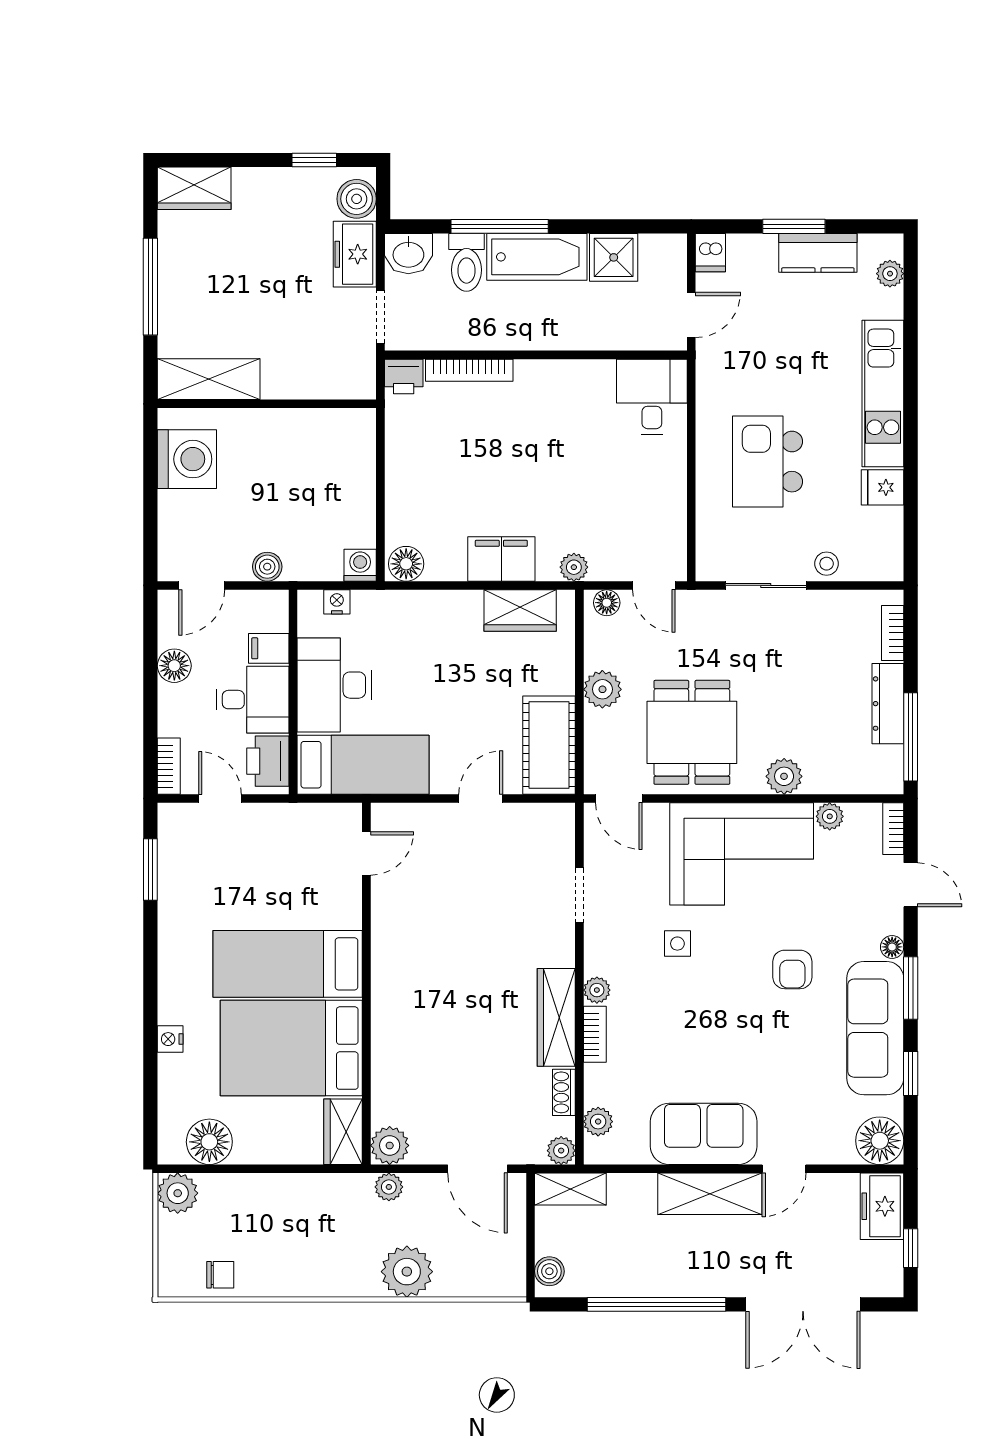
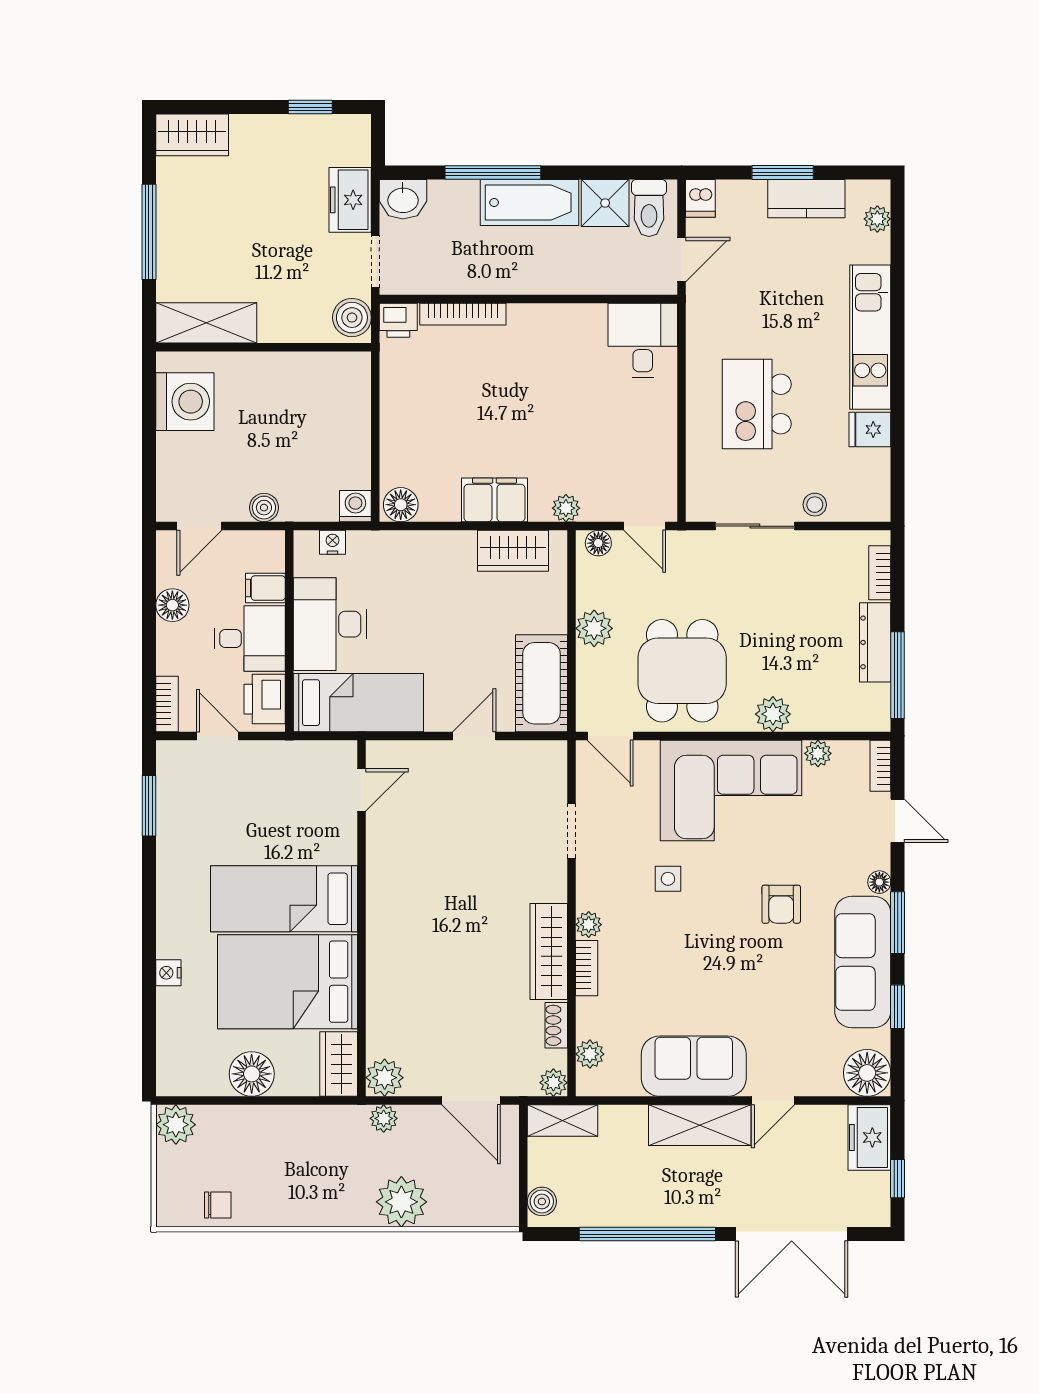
boiler: (357, 199) -> (352, 318), moved
toilet: (466, 262) -> (649, 208), moved
floor lamp: (209, 1142) -> (252, 1074), moved

